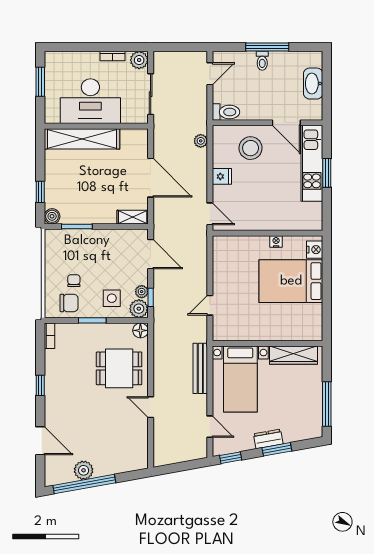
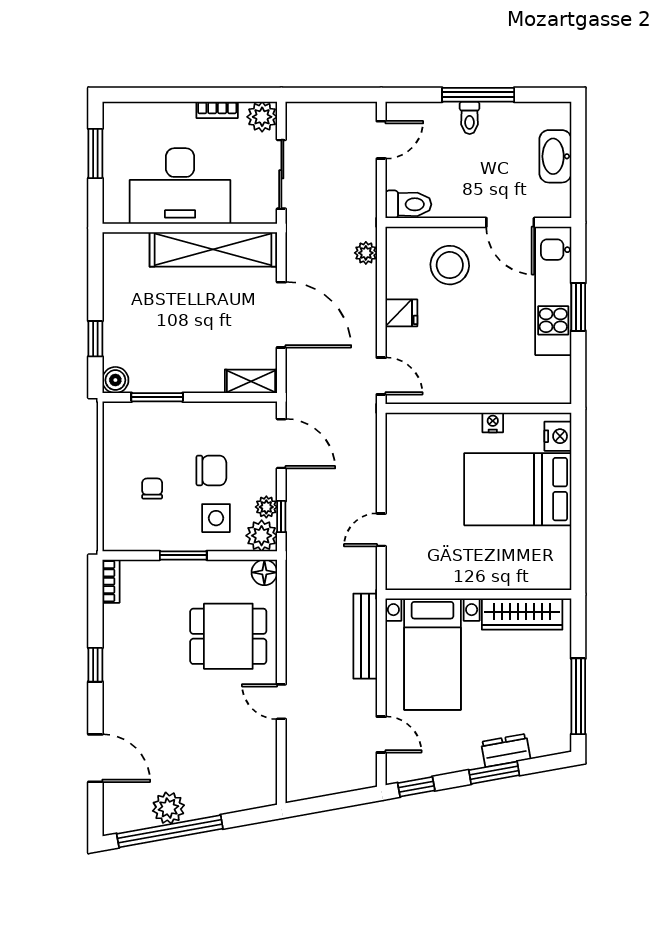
shelving: (82, 139) -> (213, 249), moved
chair: (69, 303) -> (211, 470), moved
dresser: (268, 439) -> (506, 750), moved

